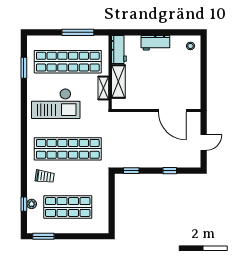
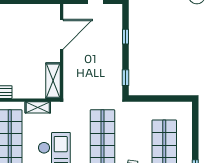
shelving: (118, 82) -> (53, 81), moved, turned 90

